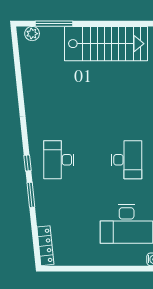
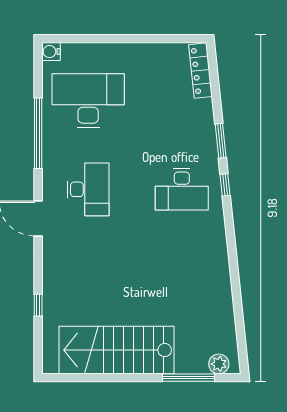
desk: (59, 160) -> (182, 189), turned 90
desk: (127, 160) -> (88, 189), turned 180

